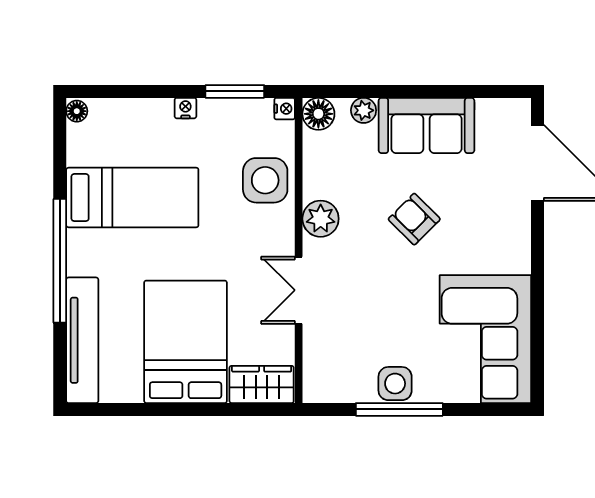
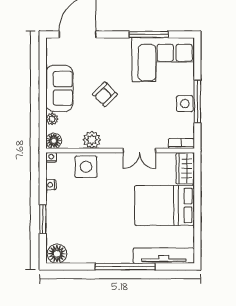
window: (235, 91) -> (43, 219), moved
nightstand: (185, 108) -> (51, 185), moved
floor lamp: (77, 111) -> (57, 254), width x1.89, depth x1.89
bed: (132, 198) -> (94, 231), removed
plant: (321, 219) -> (92, 140), moved
window: (537, 309) -> (149, 34), added
bookcase: (313, 377) -> (181, 143), added

